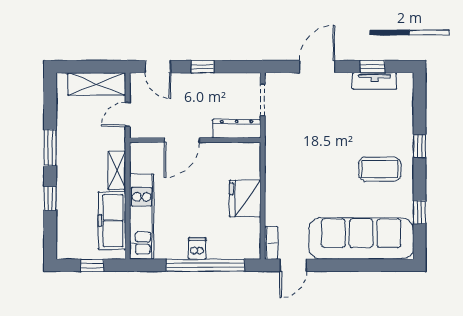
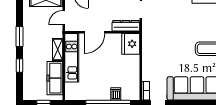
fridge: (245, 198) -> (131, 44), moved
kitchen unit: (142, 217) -> (72, 58), moved
dishwasher: (197, 248) -> (116, 94), moved

